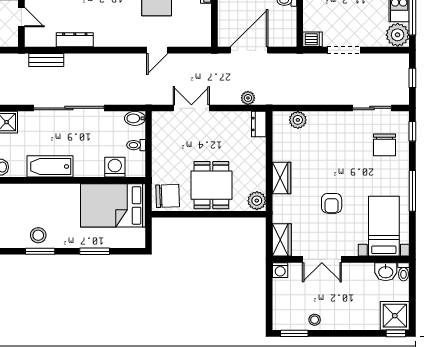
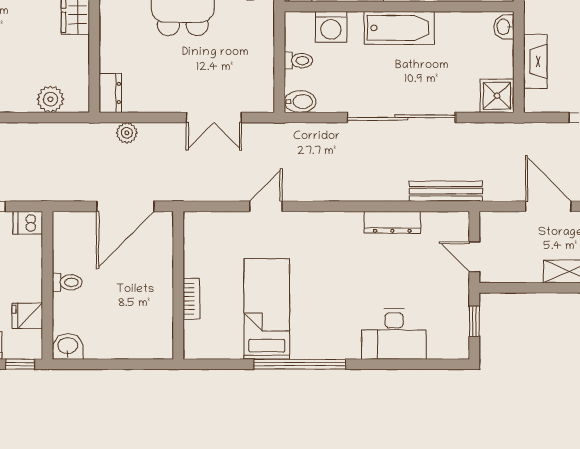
bench: (46, 60) -> (446, 191), width x1.36
bathtub: (50, 166) -> (399, 28), moved

